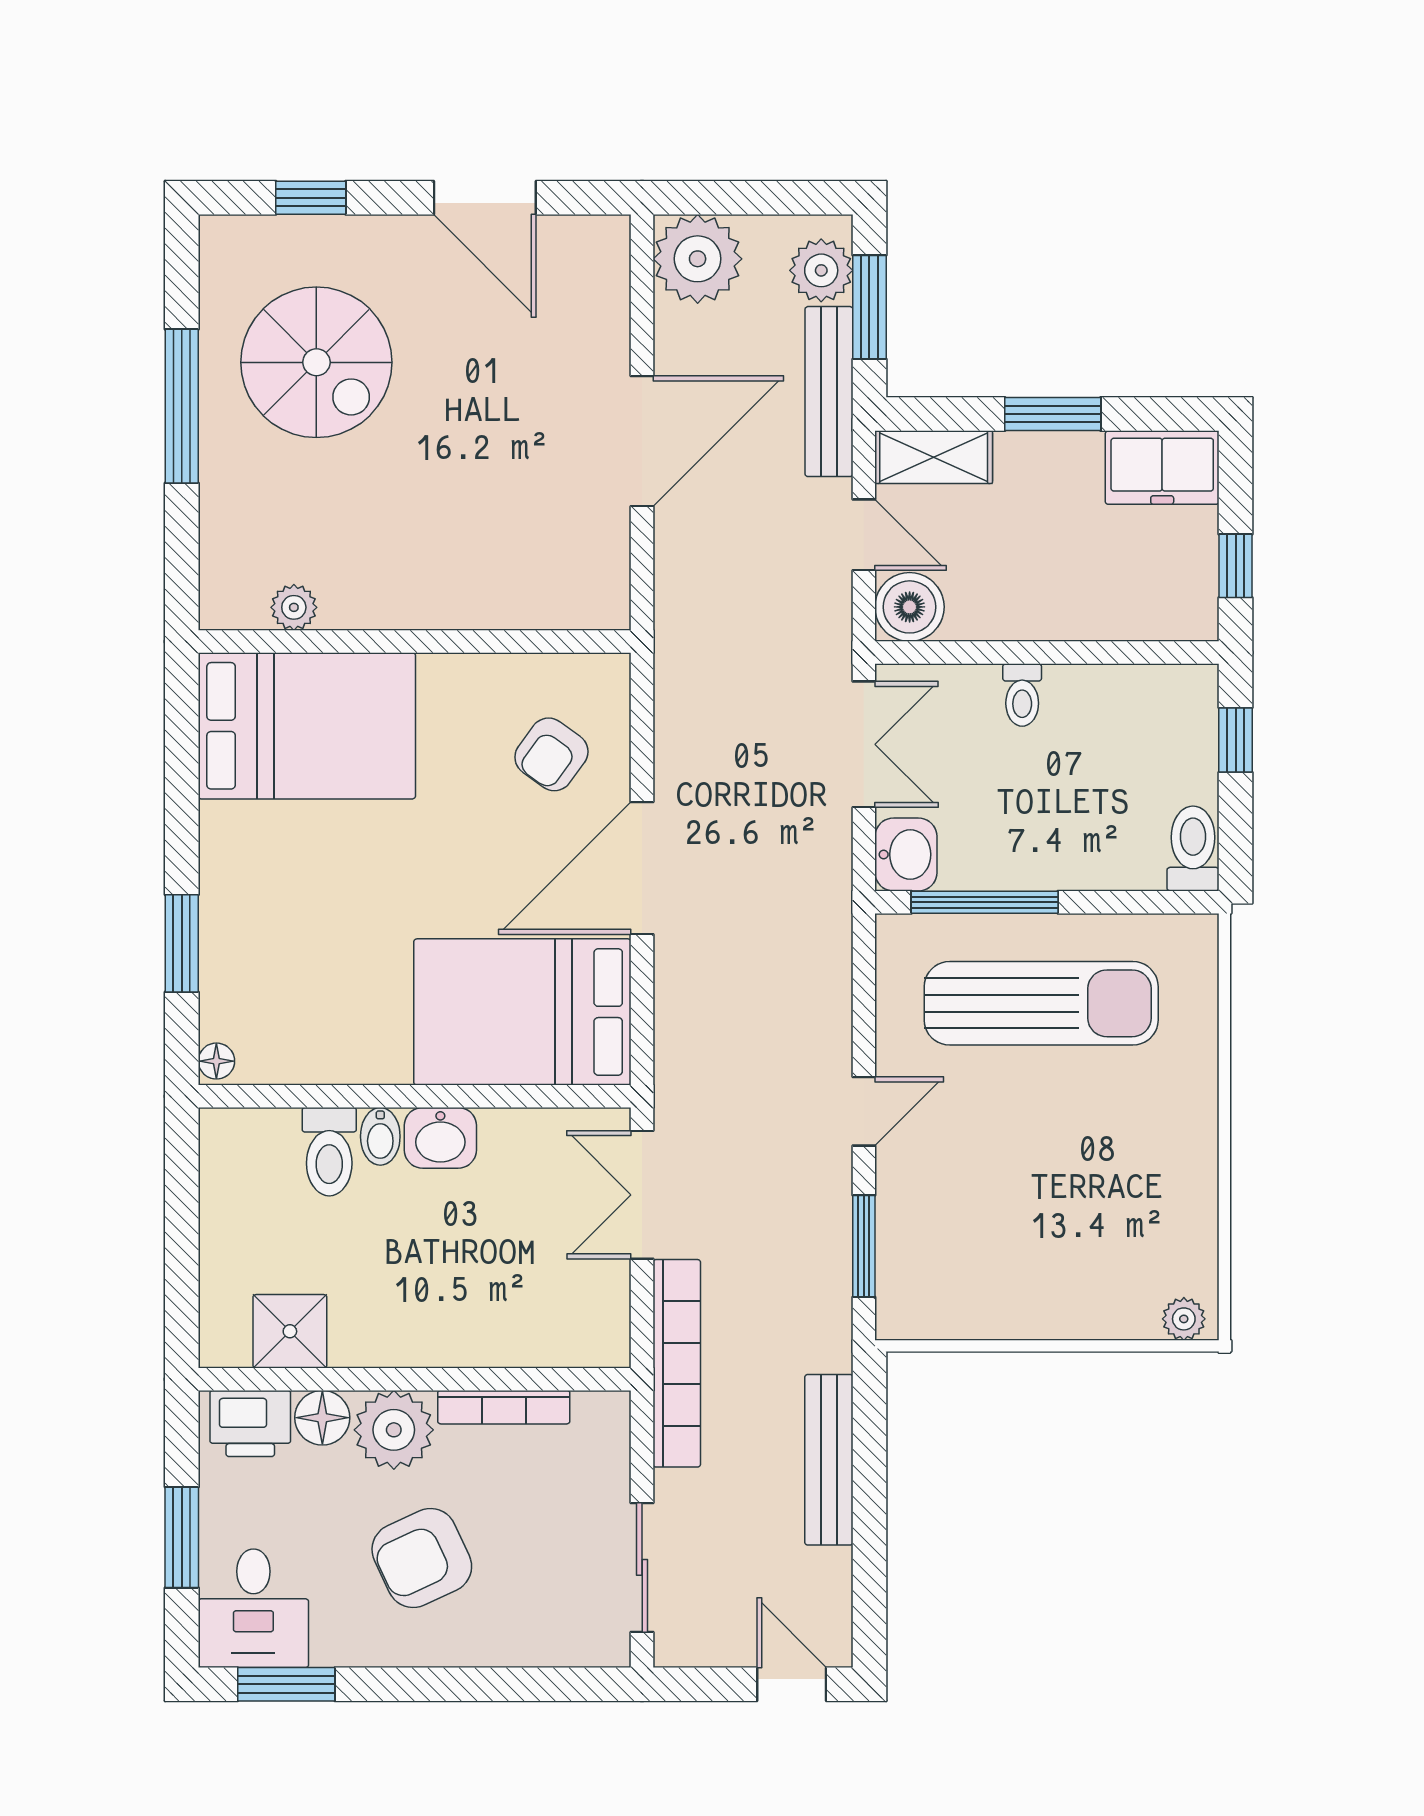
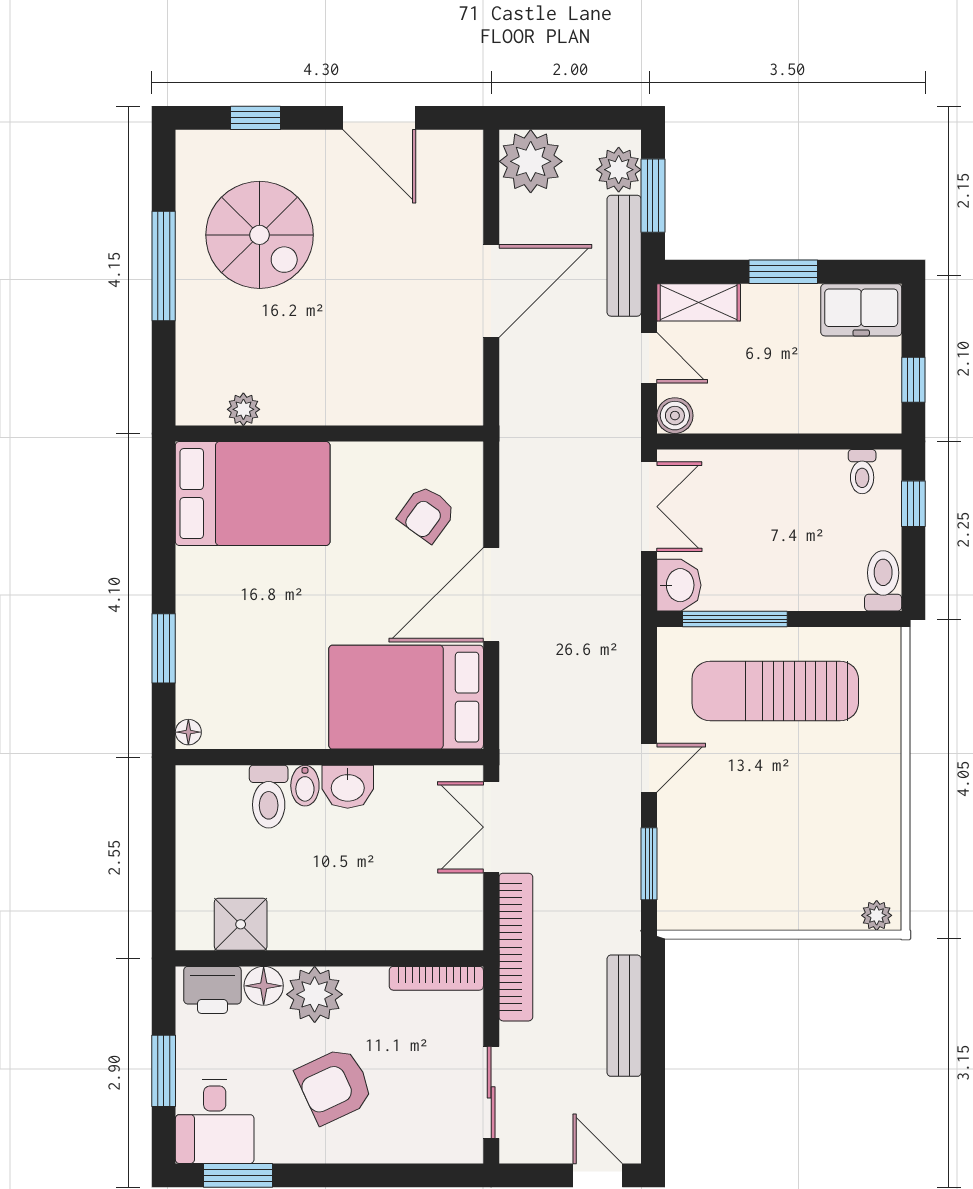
boiler: (910, 607) -> (675, 416), width x0.73, depth x0.73
toilet: (1022, 695) -> (862, 472), moved
sun lounger: (1041, 1003) -> (775, 691), turned 180
bookcase: (504, 1407) -> (436, 978), moved

